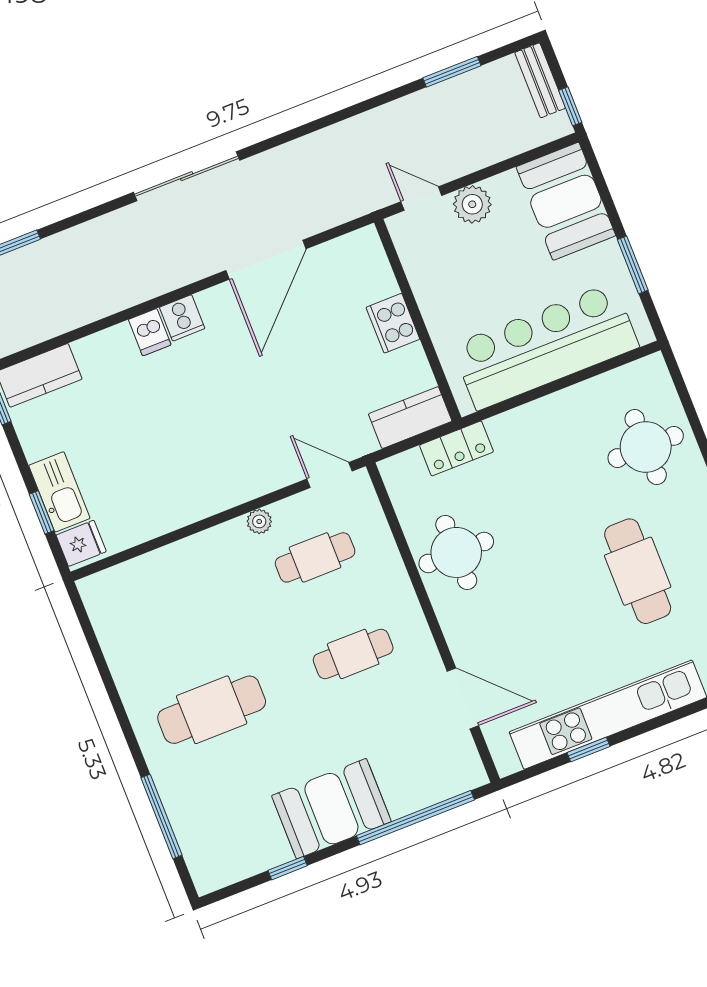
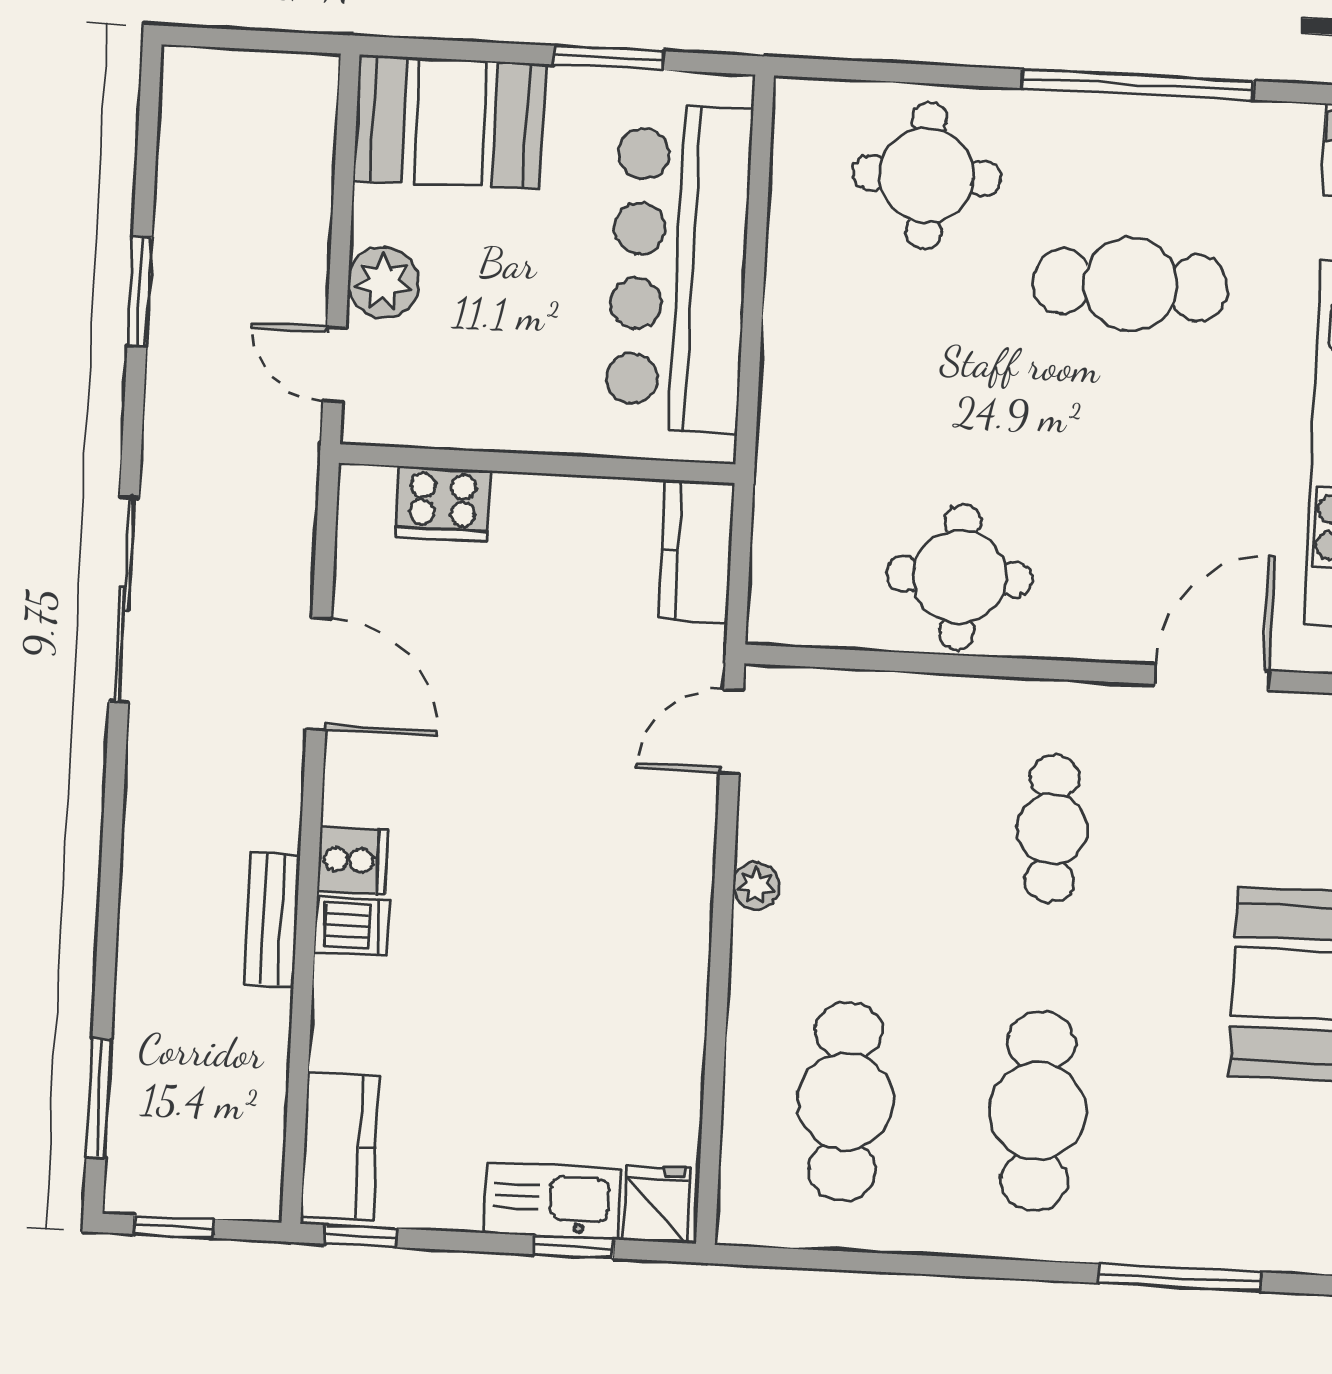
window: (452, 72) -> (140, 291), moved
bench: (540, 80) -> (272, 920), moved, turned 90
window: (570, 106) -> (293, 42), removed
sliding door: (187, 176) -> (124, 599), moved
door: (421, 199) -> (334, 364), hinge flipped
door: (266, 260) -> (319, 674), width x0.73
cooker: (393, 323) -> (443, 504), moved
locker: (456, 448) -> (784, 497), removed
cafe table: (315, 557) -> (845, 1101), moved, width x1.37, depth x1.35

